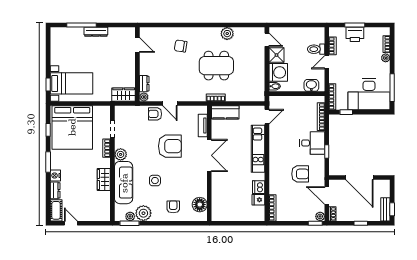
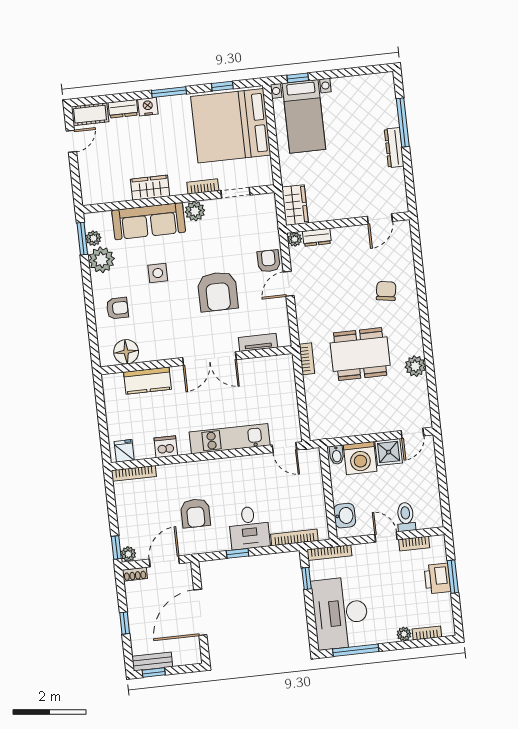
dining table: (216, 66) -> (360, 354), turned 90
kitchen counter: (225, 112) -> (147, 381), moved, turned -90
fridge: (258, 200) -> (124, 451), moved

